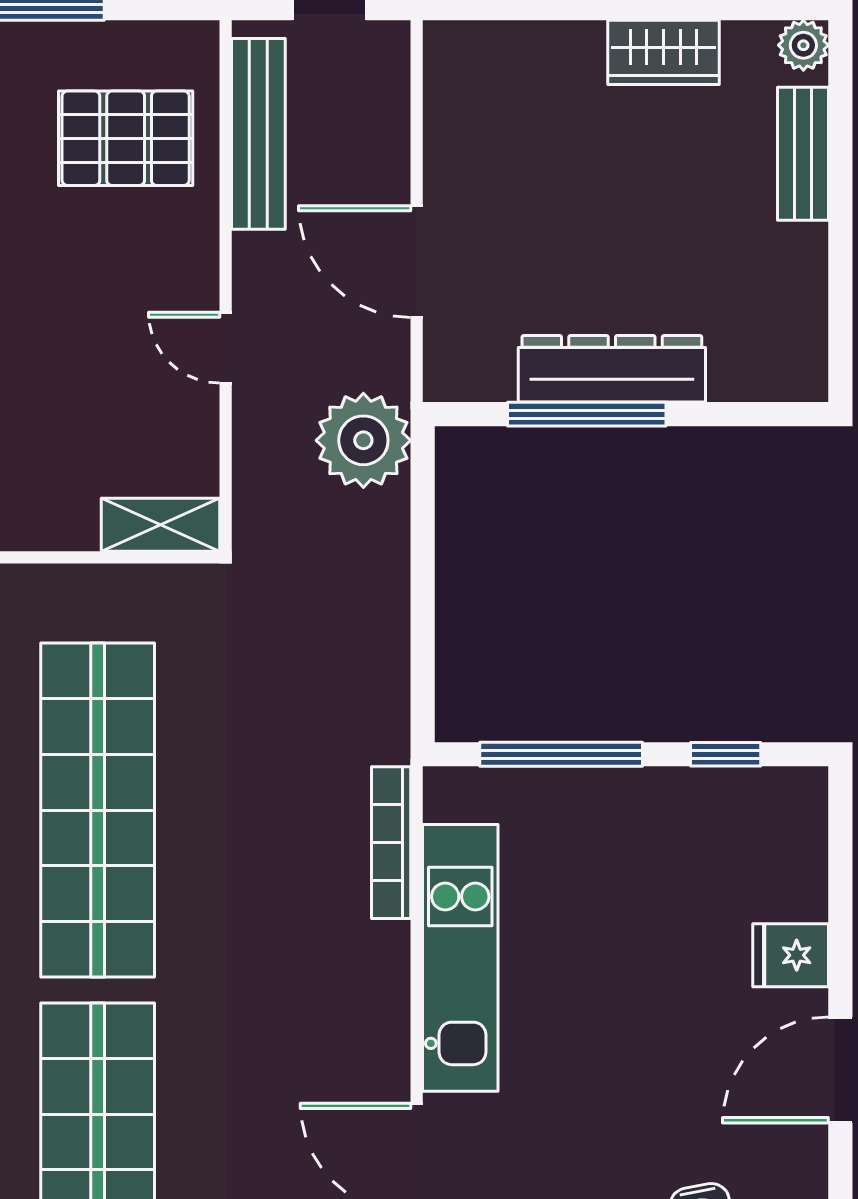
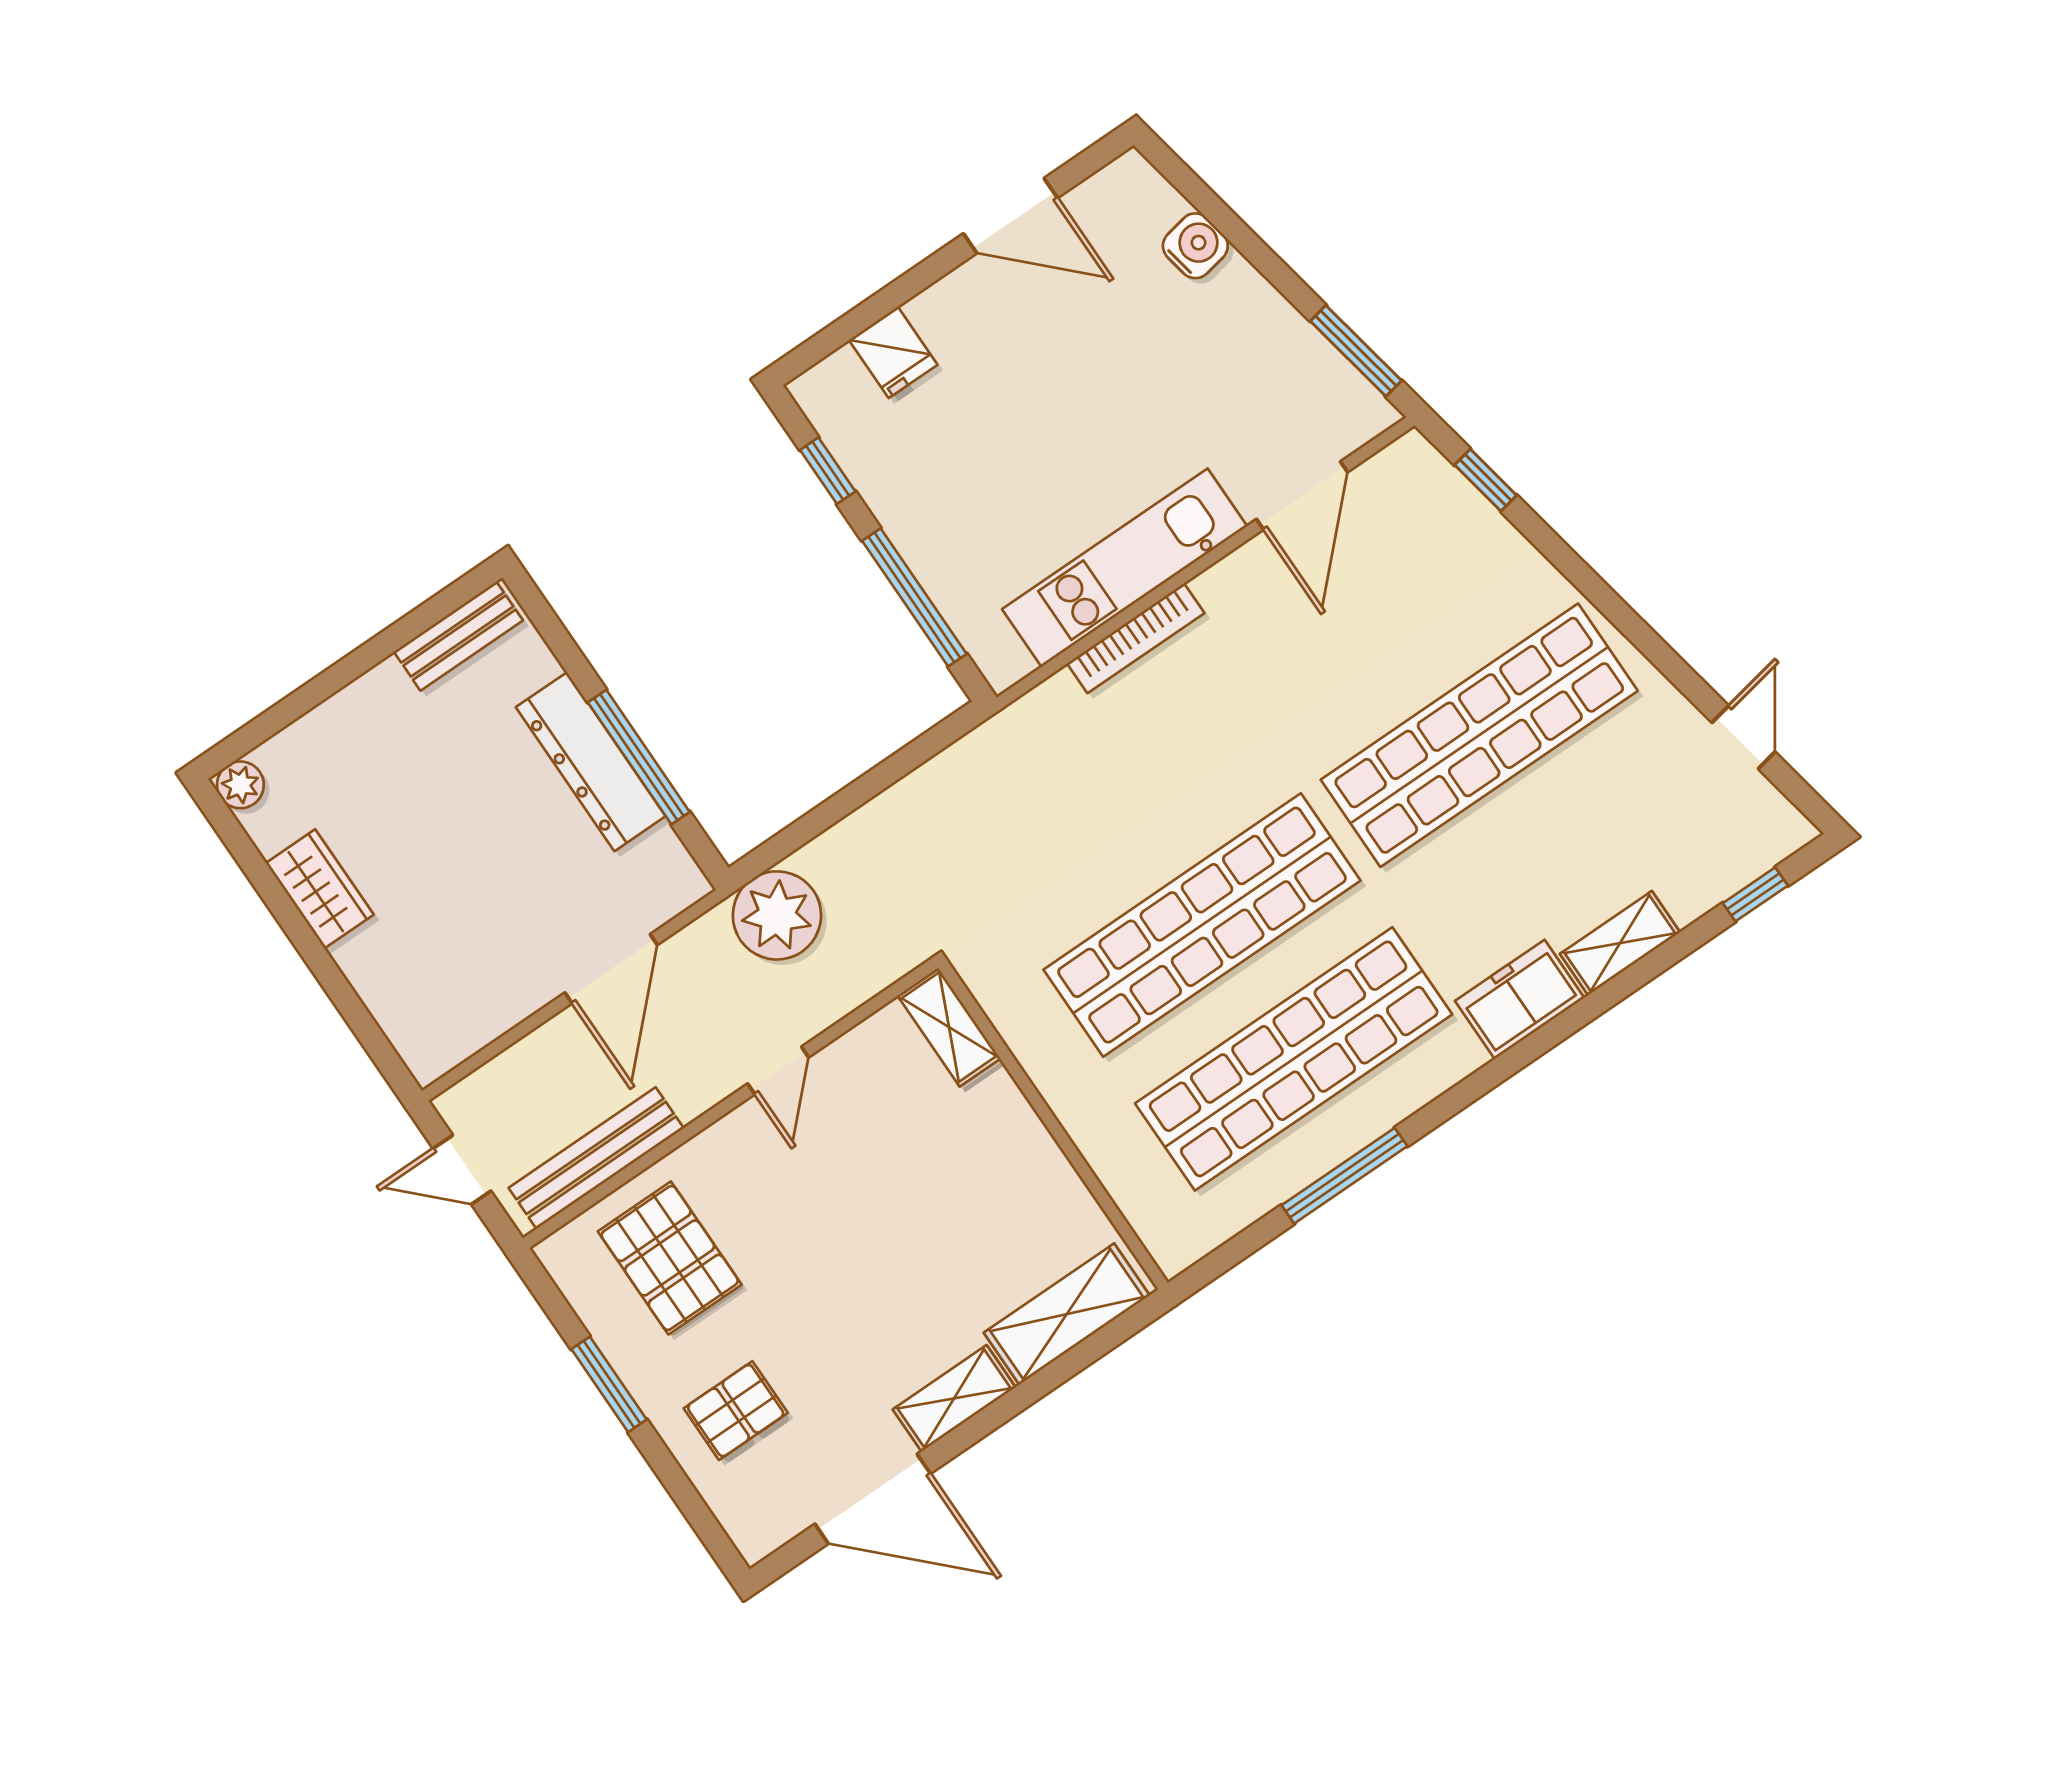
bench: (803, 154) -> (458, 636), moved
bookcase: (391, 843) -> (1136, 638), moved
fridge: (791, 955) -> (893, 352), moved

